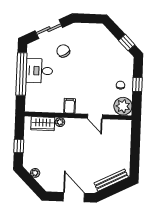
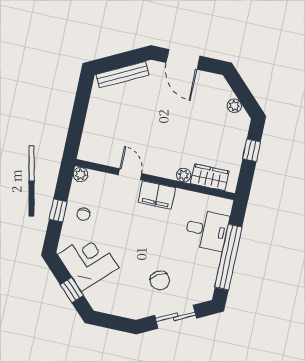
window: (127, 43) -> (72, 290), moved
corner desk: (112, 55) -> (88, 261), added
desk: (39, 71) -> (207, 230), moved
filing cabinet: (70, 106) -> (157, 195), width x2.00
plant: (123, 106) -> (81, 174), width x0.53, depth x0.53

